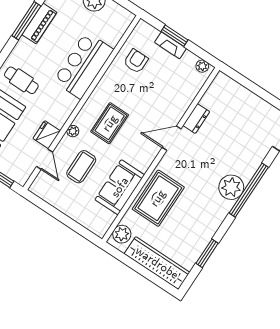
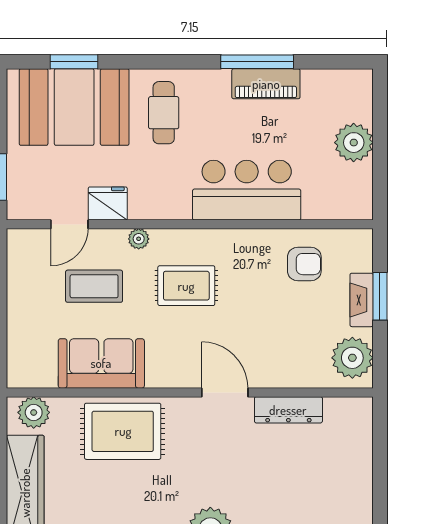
plant: (202, 66) -> (352, 358), width x1.87, depth x1.87
dresser: (196, 119) -> (288, 410), width x1.44

